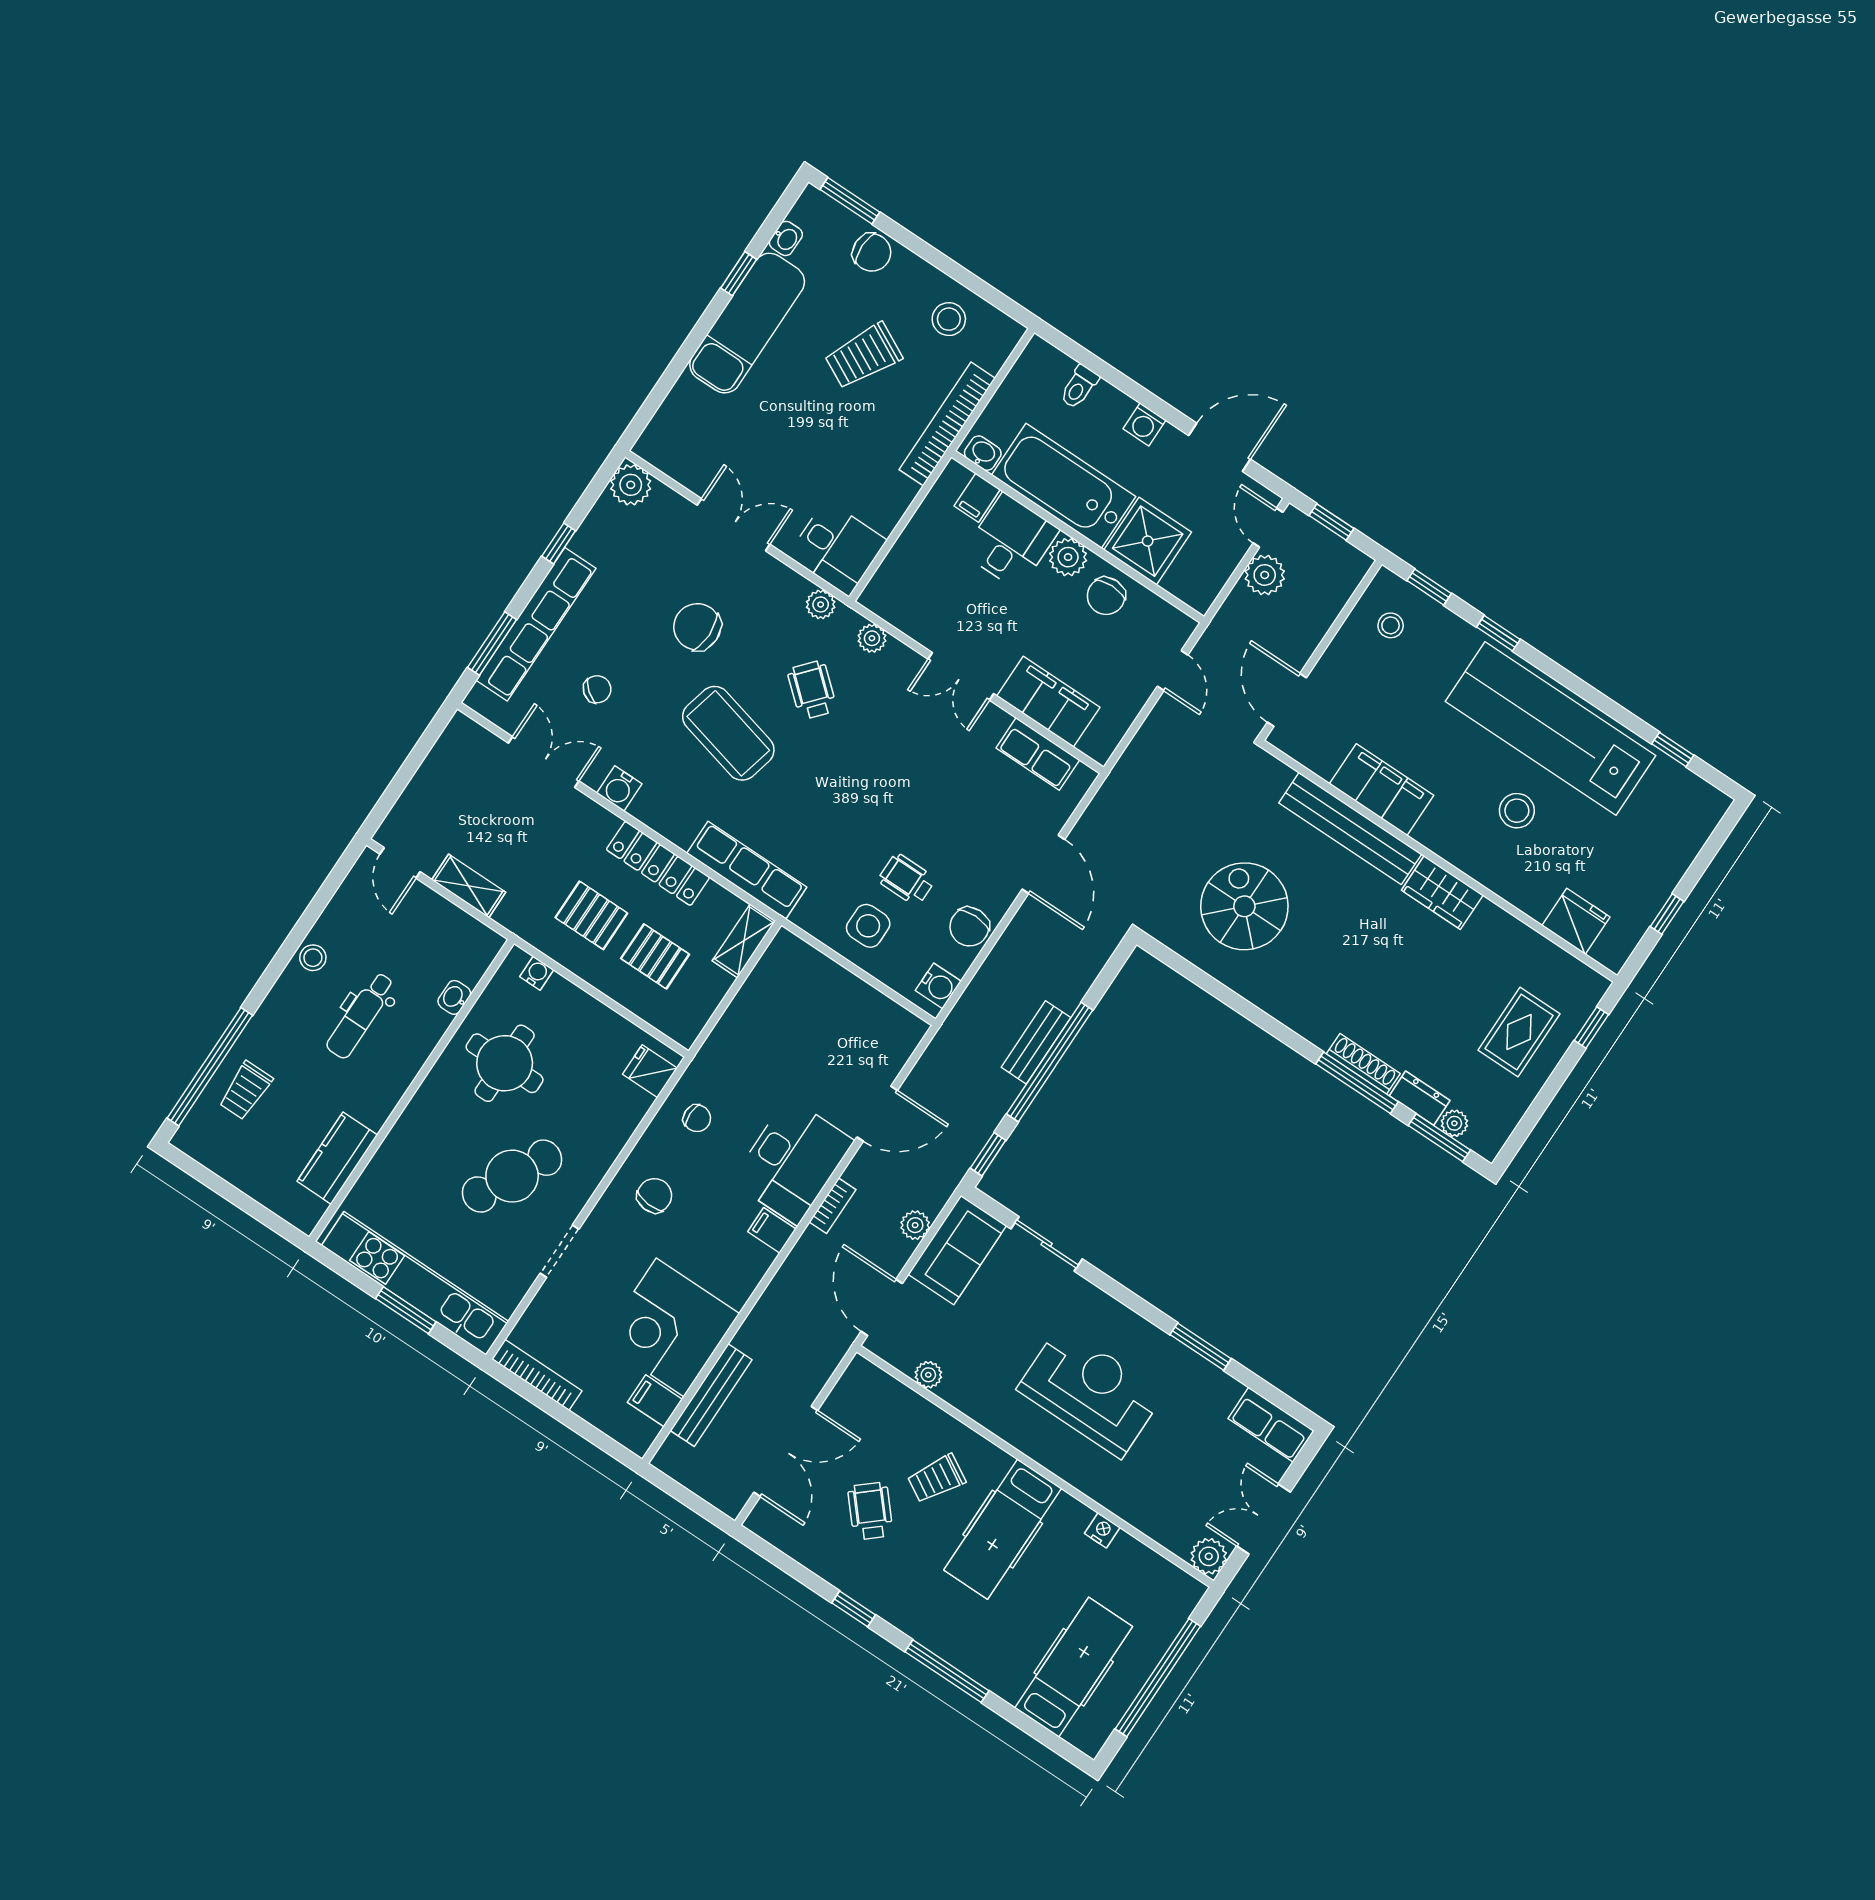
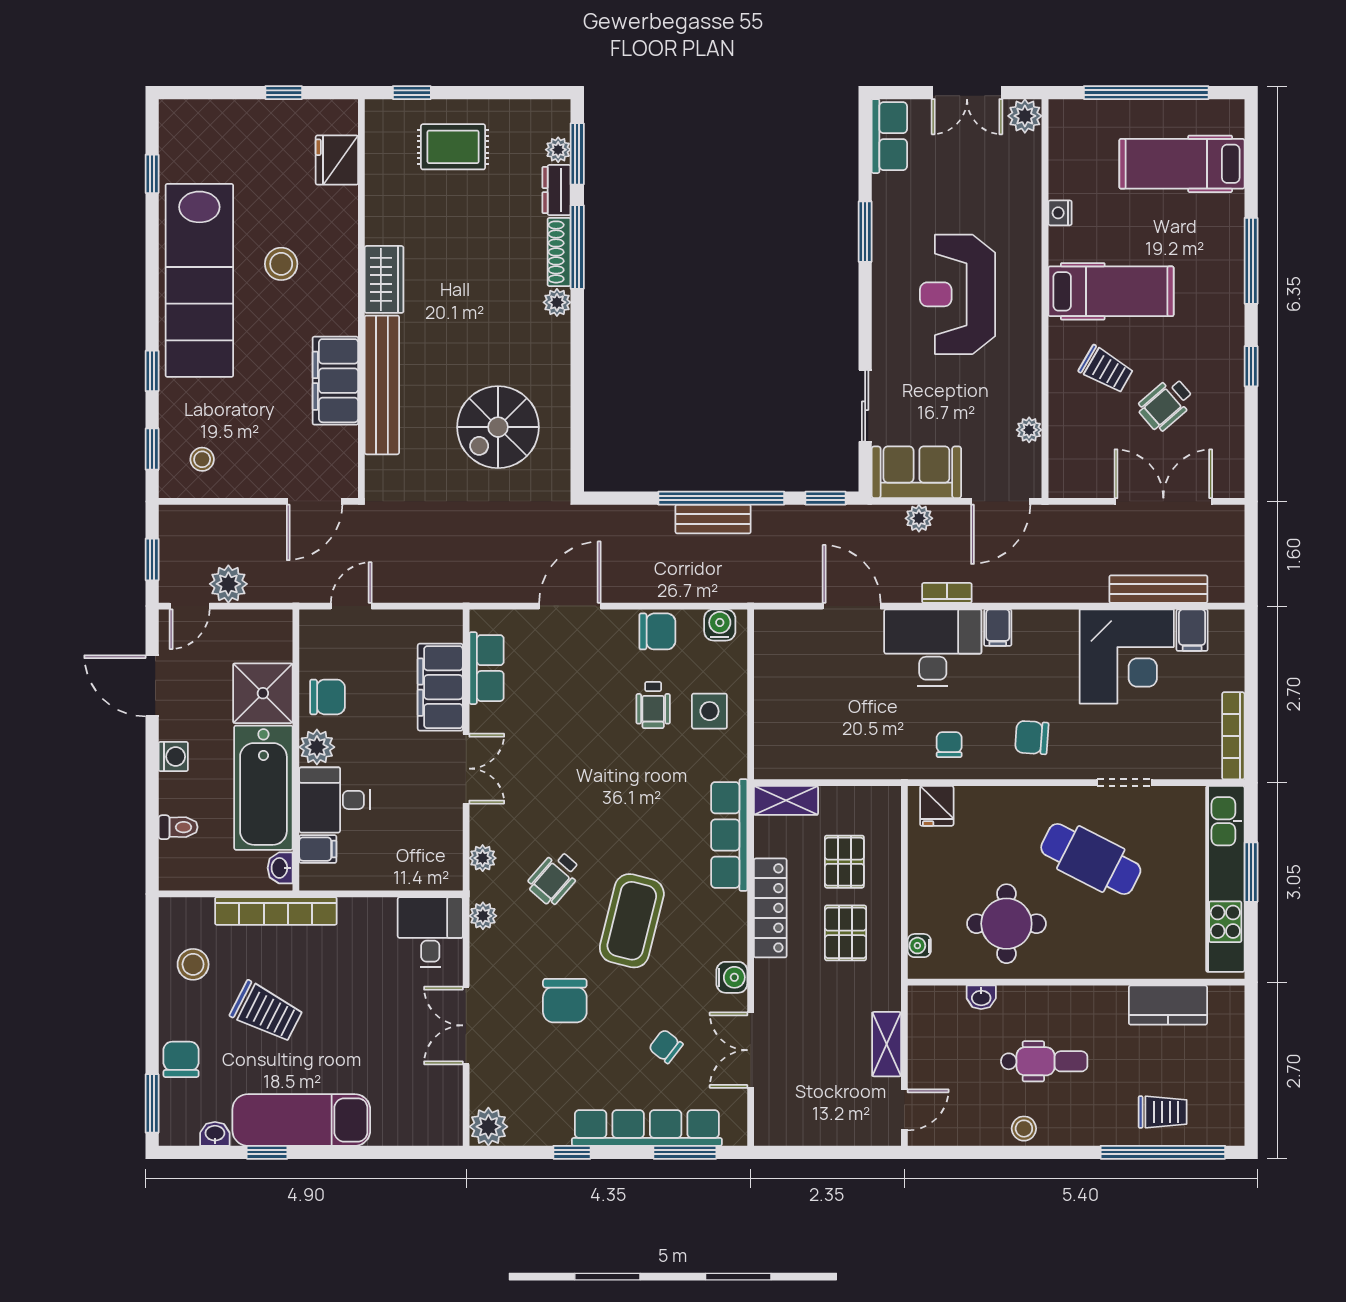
plant: (1320, 1032) -> (557, 302), added

